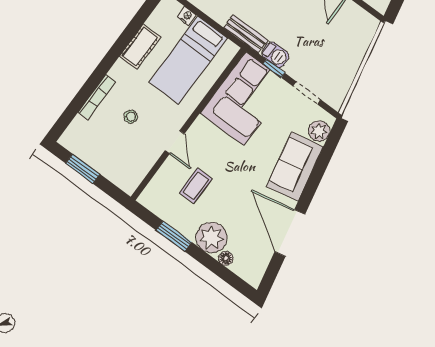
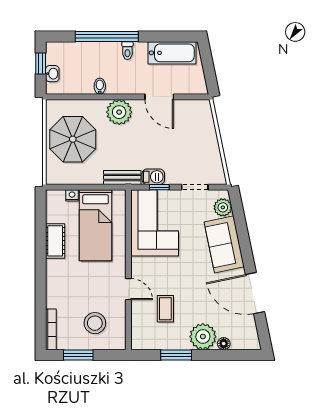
bookcase: (97, 97) -> (51, 329), moved
stool: (131, 117) -> (95, 323), moved, width x1.89, depth x1.89

